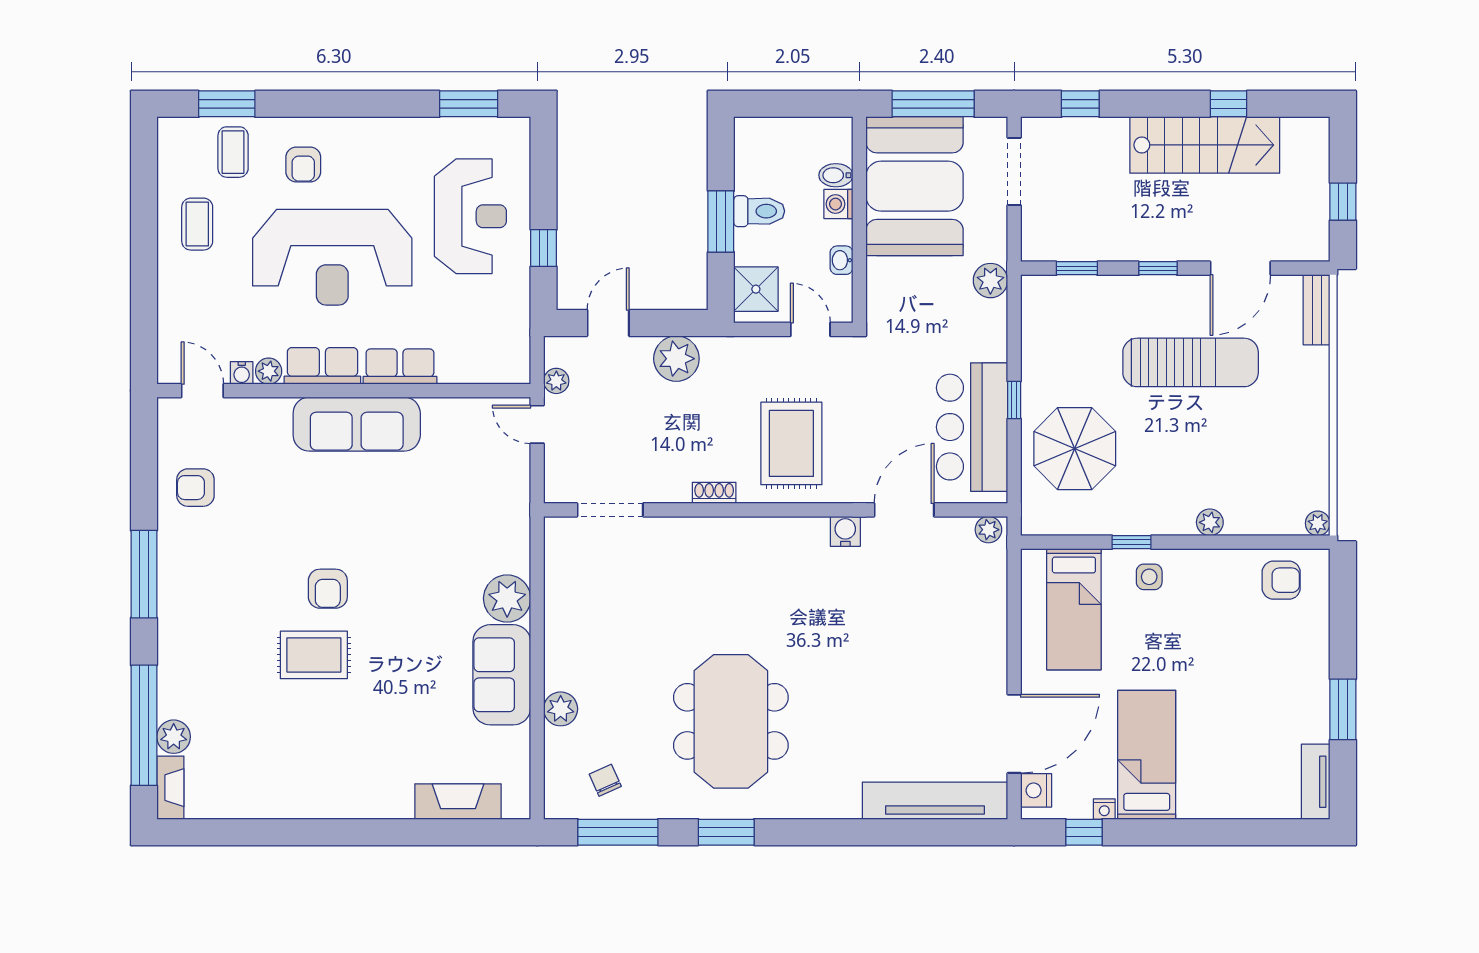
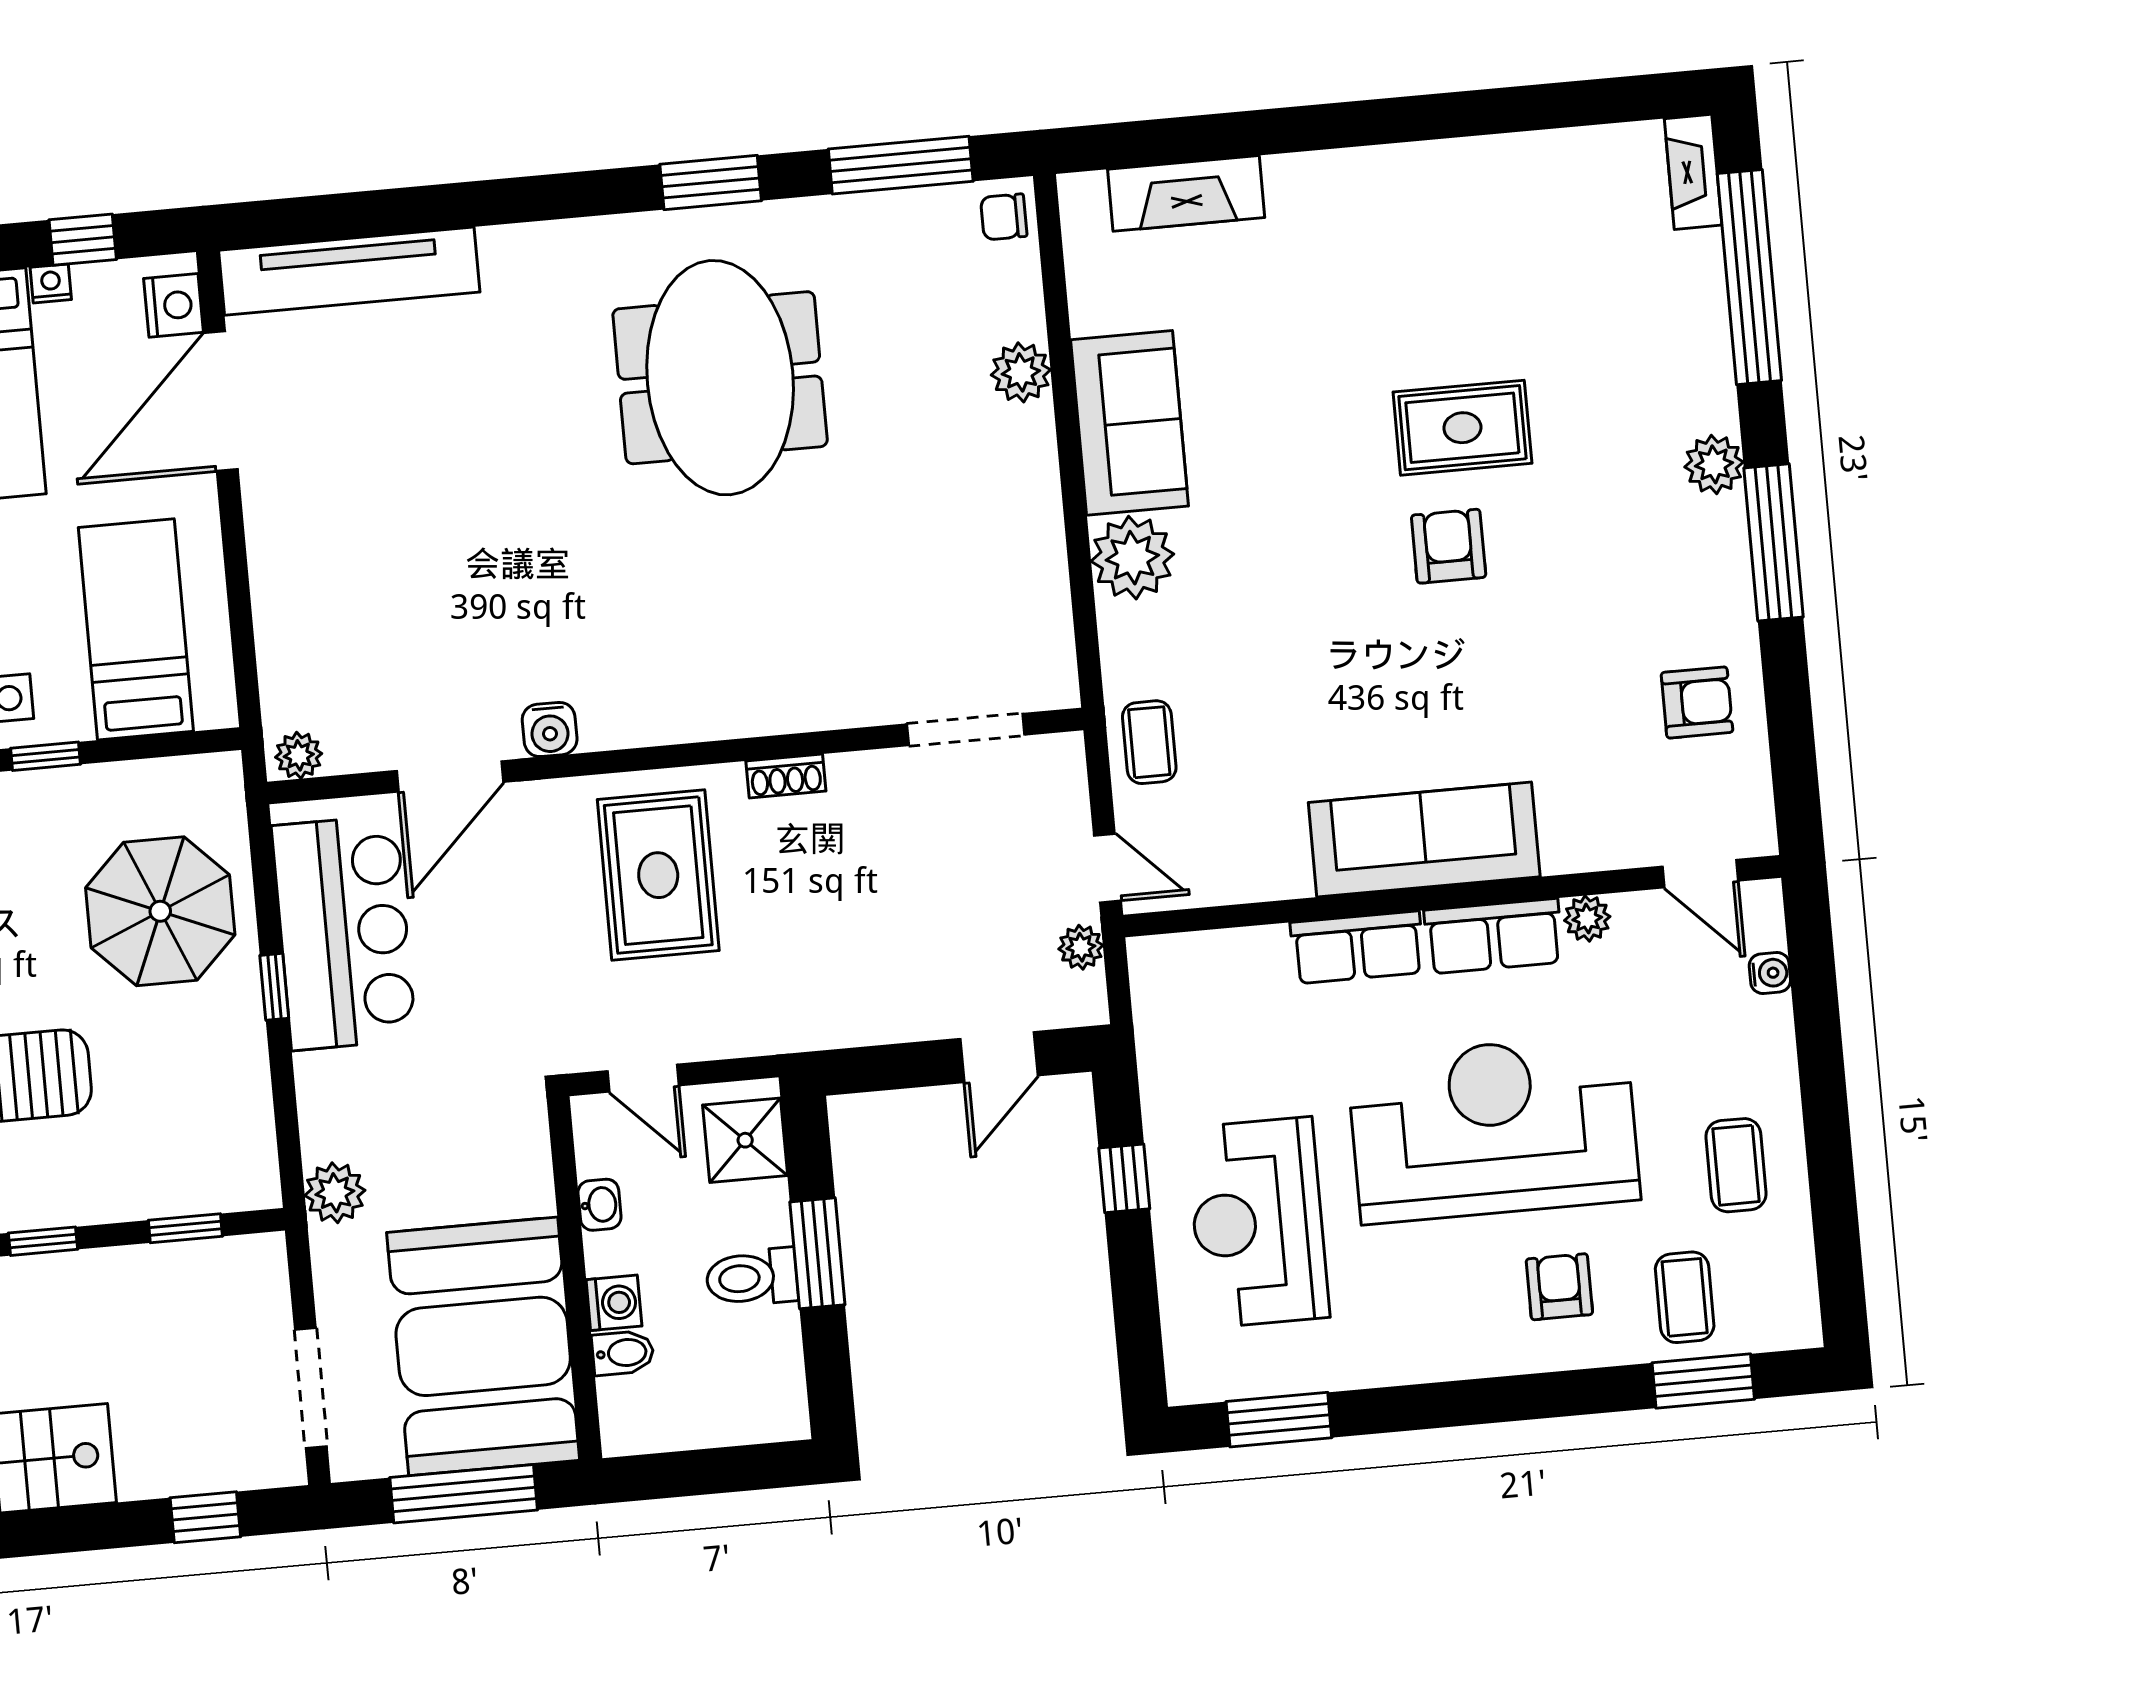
plant: (676, 359) -> (874, 1006), removed
water cooler: (242, 373) -> (1770, 973), moved, turned 90
coffee table: (507, 493) -> (1149, 742), added
plant: (174, 737) -> (1714, 464), moved
chair: (605, 780) -> (1004, 217), moved, turned 114

